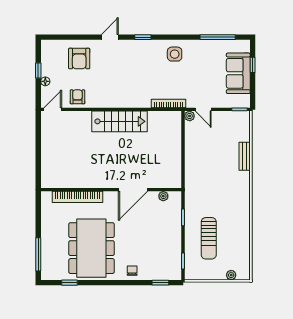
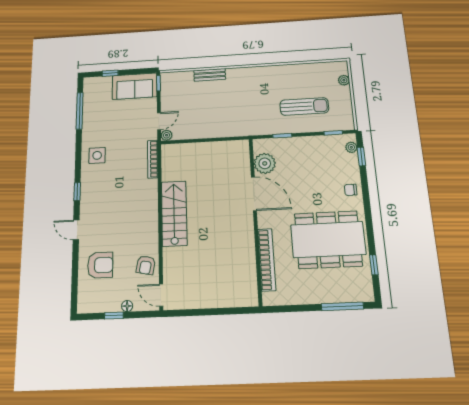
sofa: (238, 73) -> (135, 86), moved
armchair: (77, 97) -> (146, 265), turned -79
plant: (163, 196) -> (265, 163), width x1.88, depth x1.88
plant: (169, 275) -> (351, 147), added

